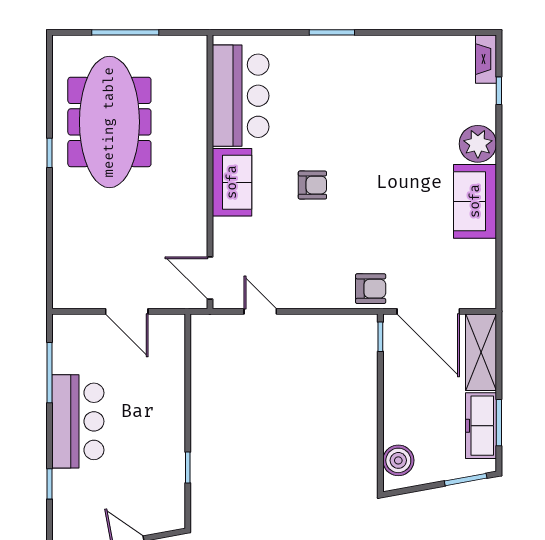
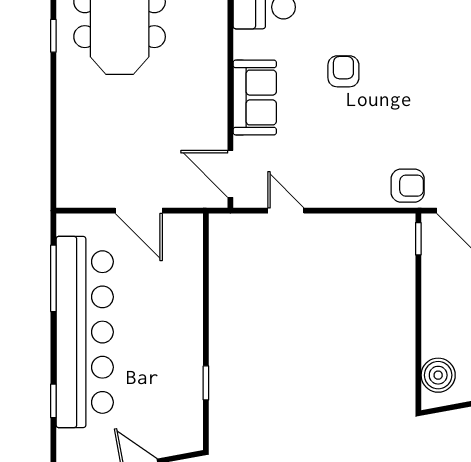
sofa: (232, 182) -> (255, 98), moved
armchair: (312, 185) -> (343, 71), turned -90
bar counter: (78, 421) -> (85, 332), width x1.86

